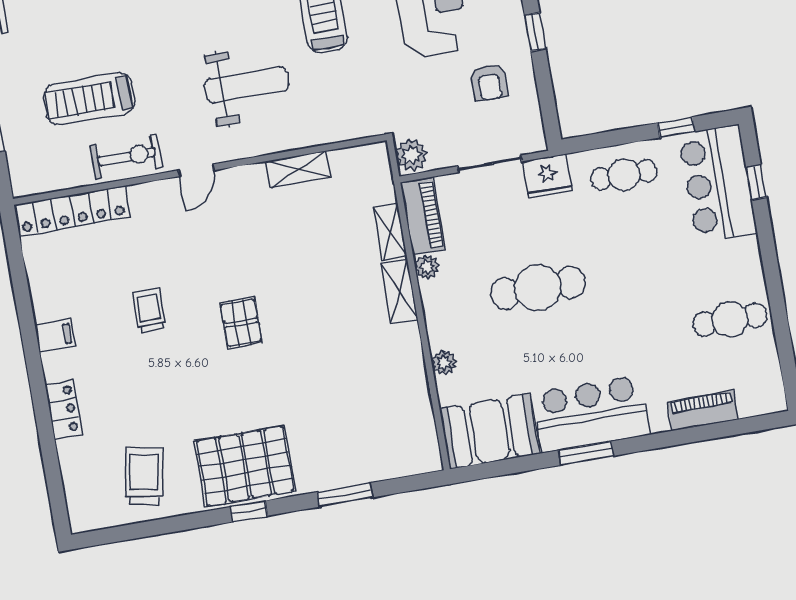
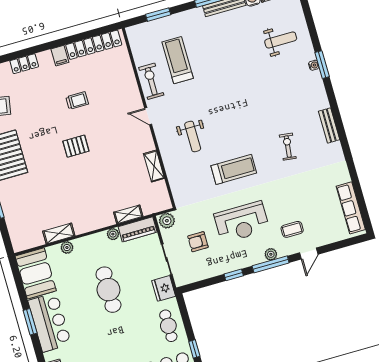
armchair: (489, 82) -> (198, 242), moved
weight bench: (247, 85) -> (193, 136), width x0.73, depth x0.75
exercise bike: (126, 156) -> (151, 81), turned 180
locker: (72, 211) -> (94, 45), moved, turned -90
shelving: (399, 291) -> (59, 234), moved

